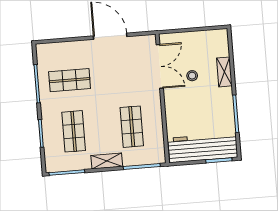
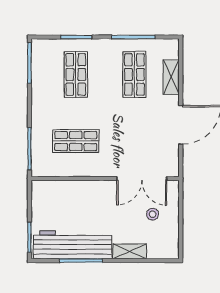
stool: (192, 76) -> (153, 214), moved
shop shelf: (74, 131) -> (76, 75), turned 90
workbench: (203, 148) -> (73, 245), moved, turned -90
shelving: (107, 161) -> (171, 77), moved

